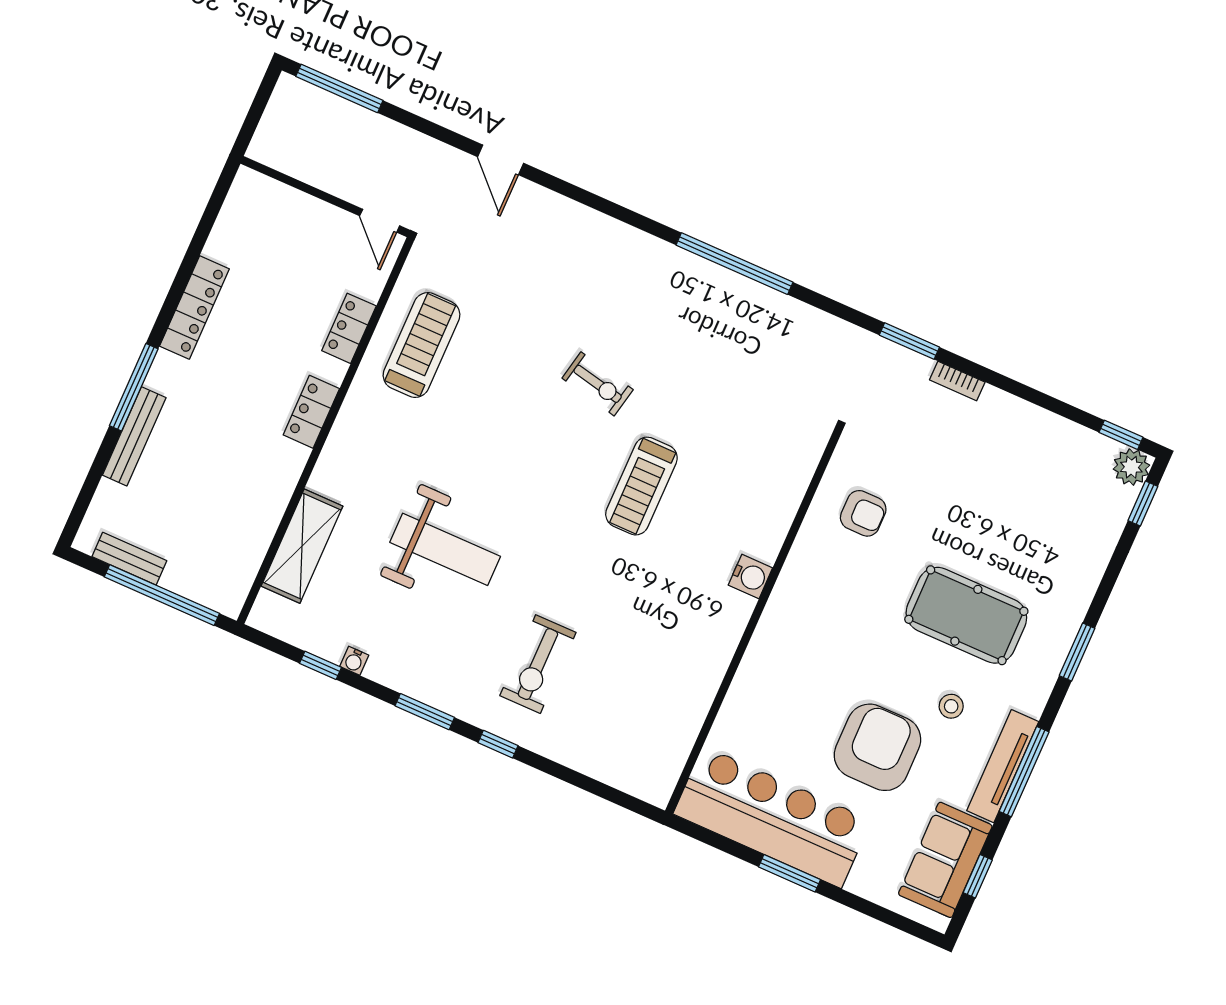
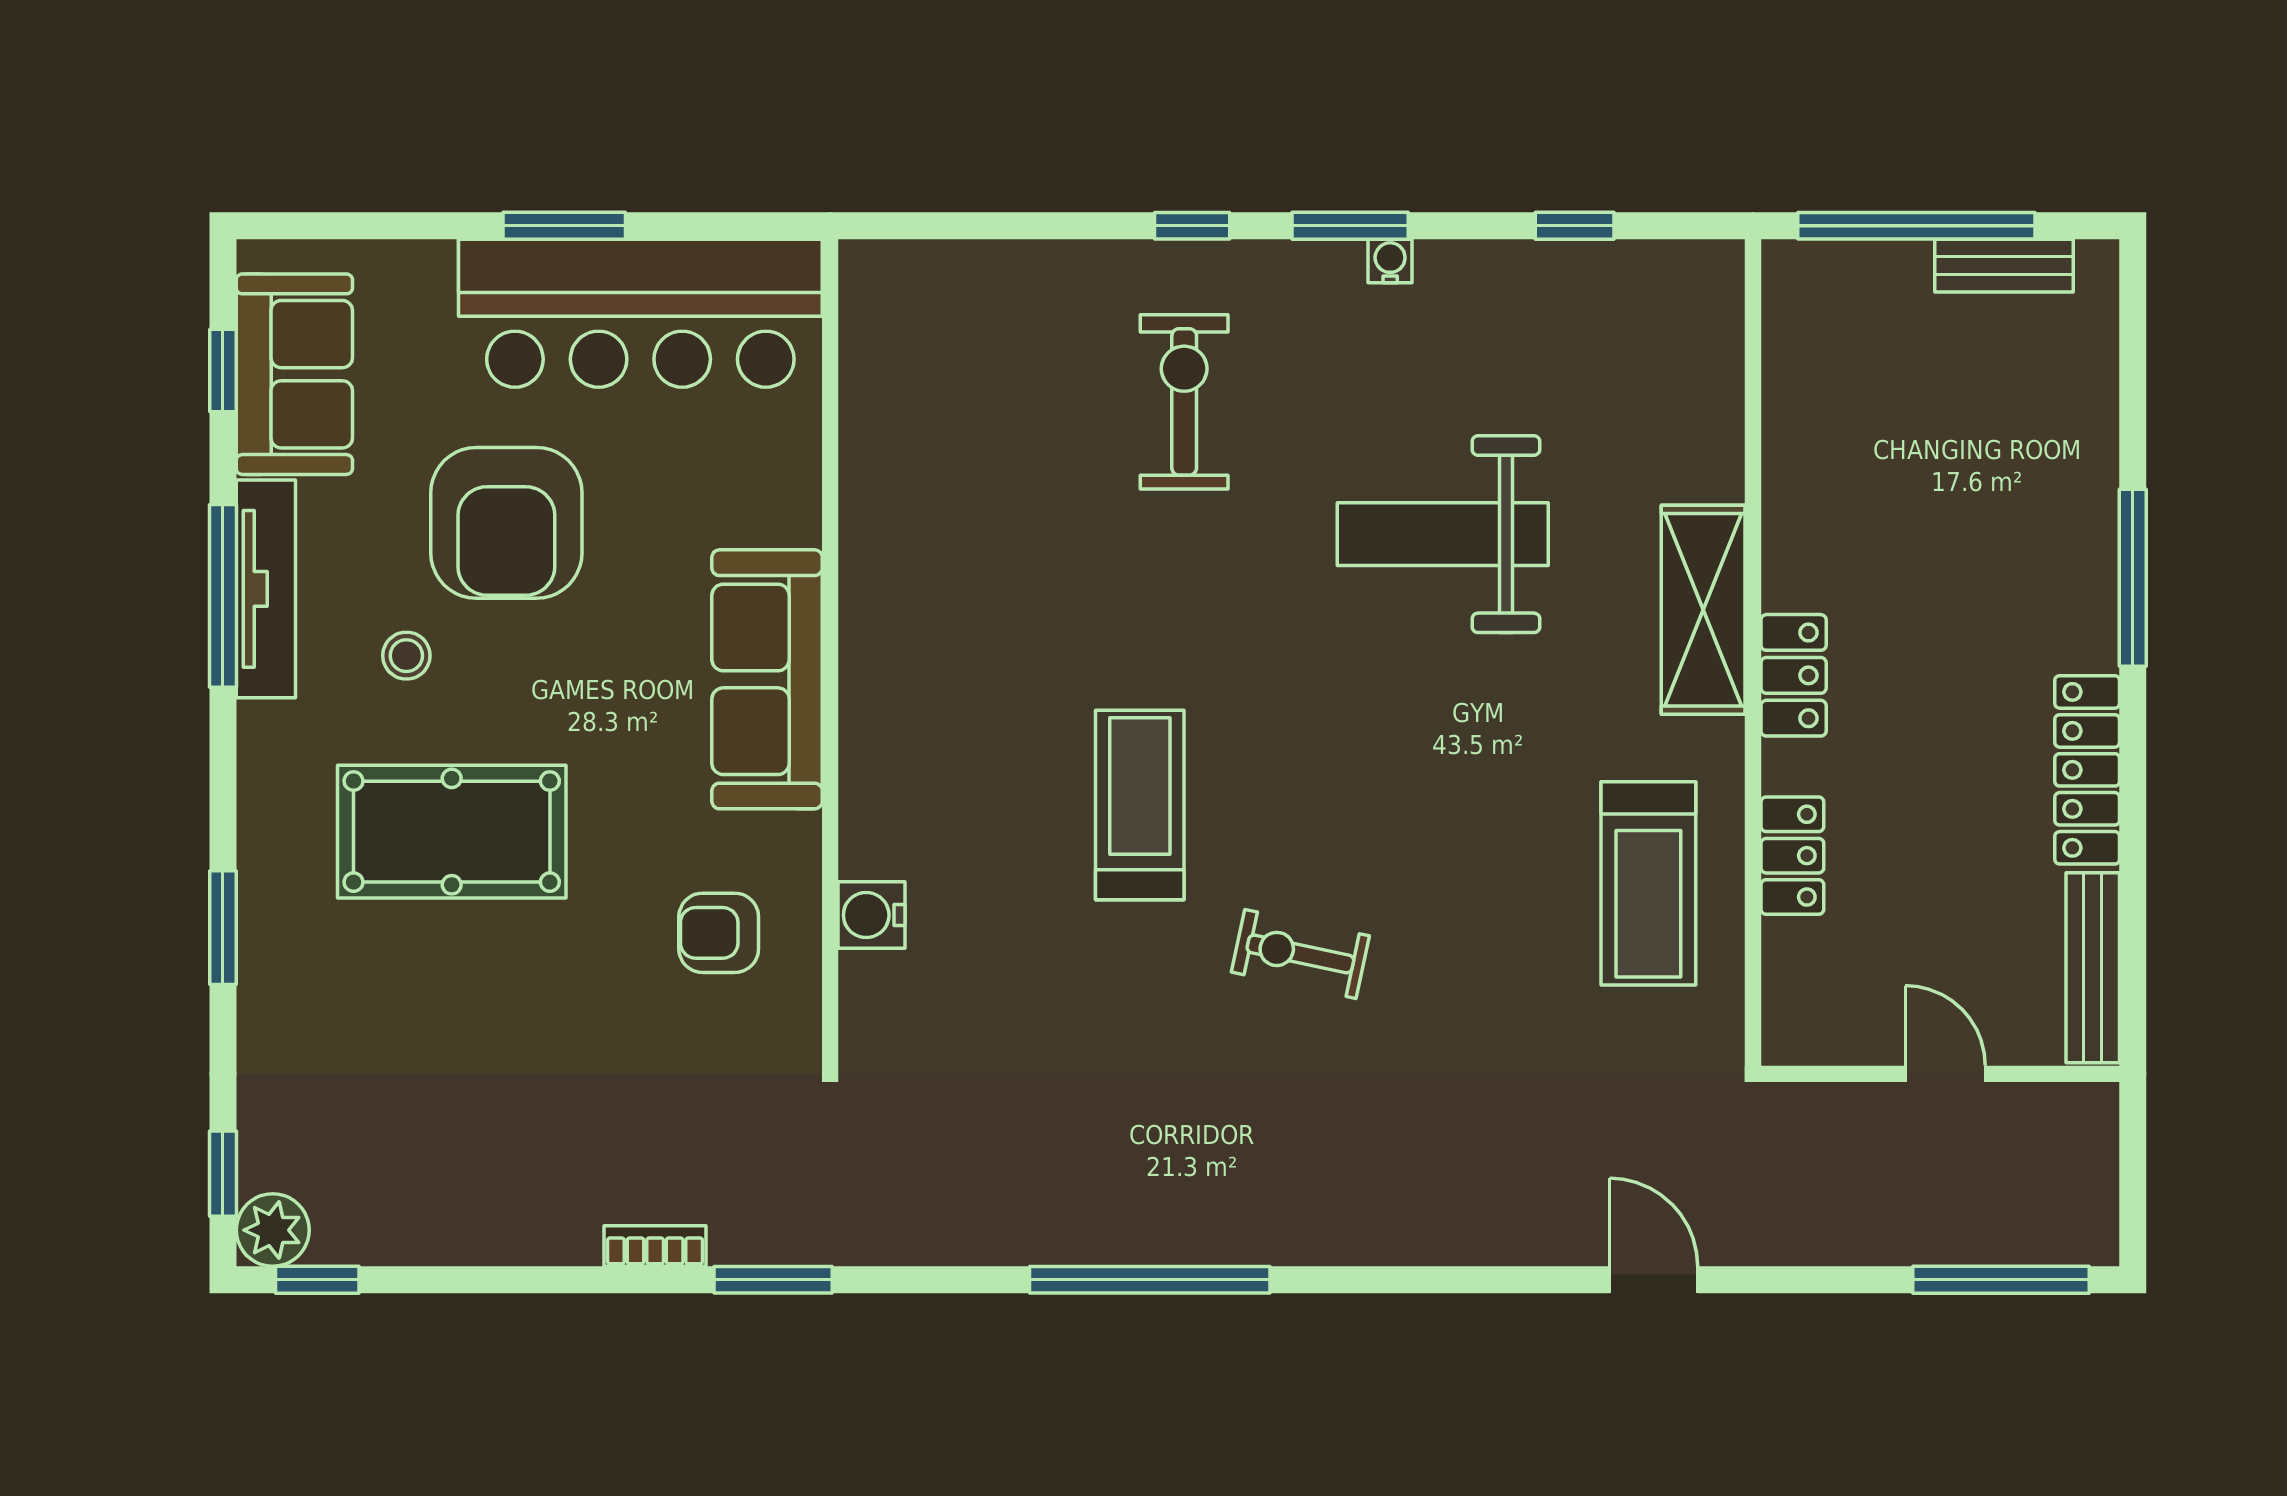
door: (380, 221) -> (1945, 1074), moved
bench: (134, 436) -> (2093, 968), moved
shelving: (302, 546) -> (1703, 610), moved
water cooler: (750, 576) -> (872, 915), moved
sofa: (789, 621) -> (767, 679), added
window: (1077, 652) -> (223, 928), moved
water cooler: (354, 661) -> (1390, 261), moved

